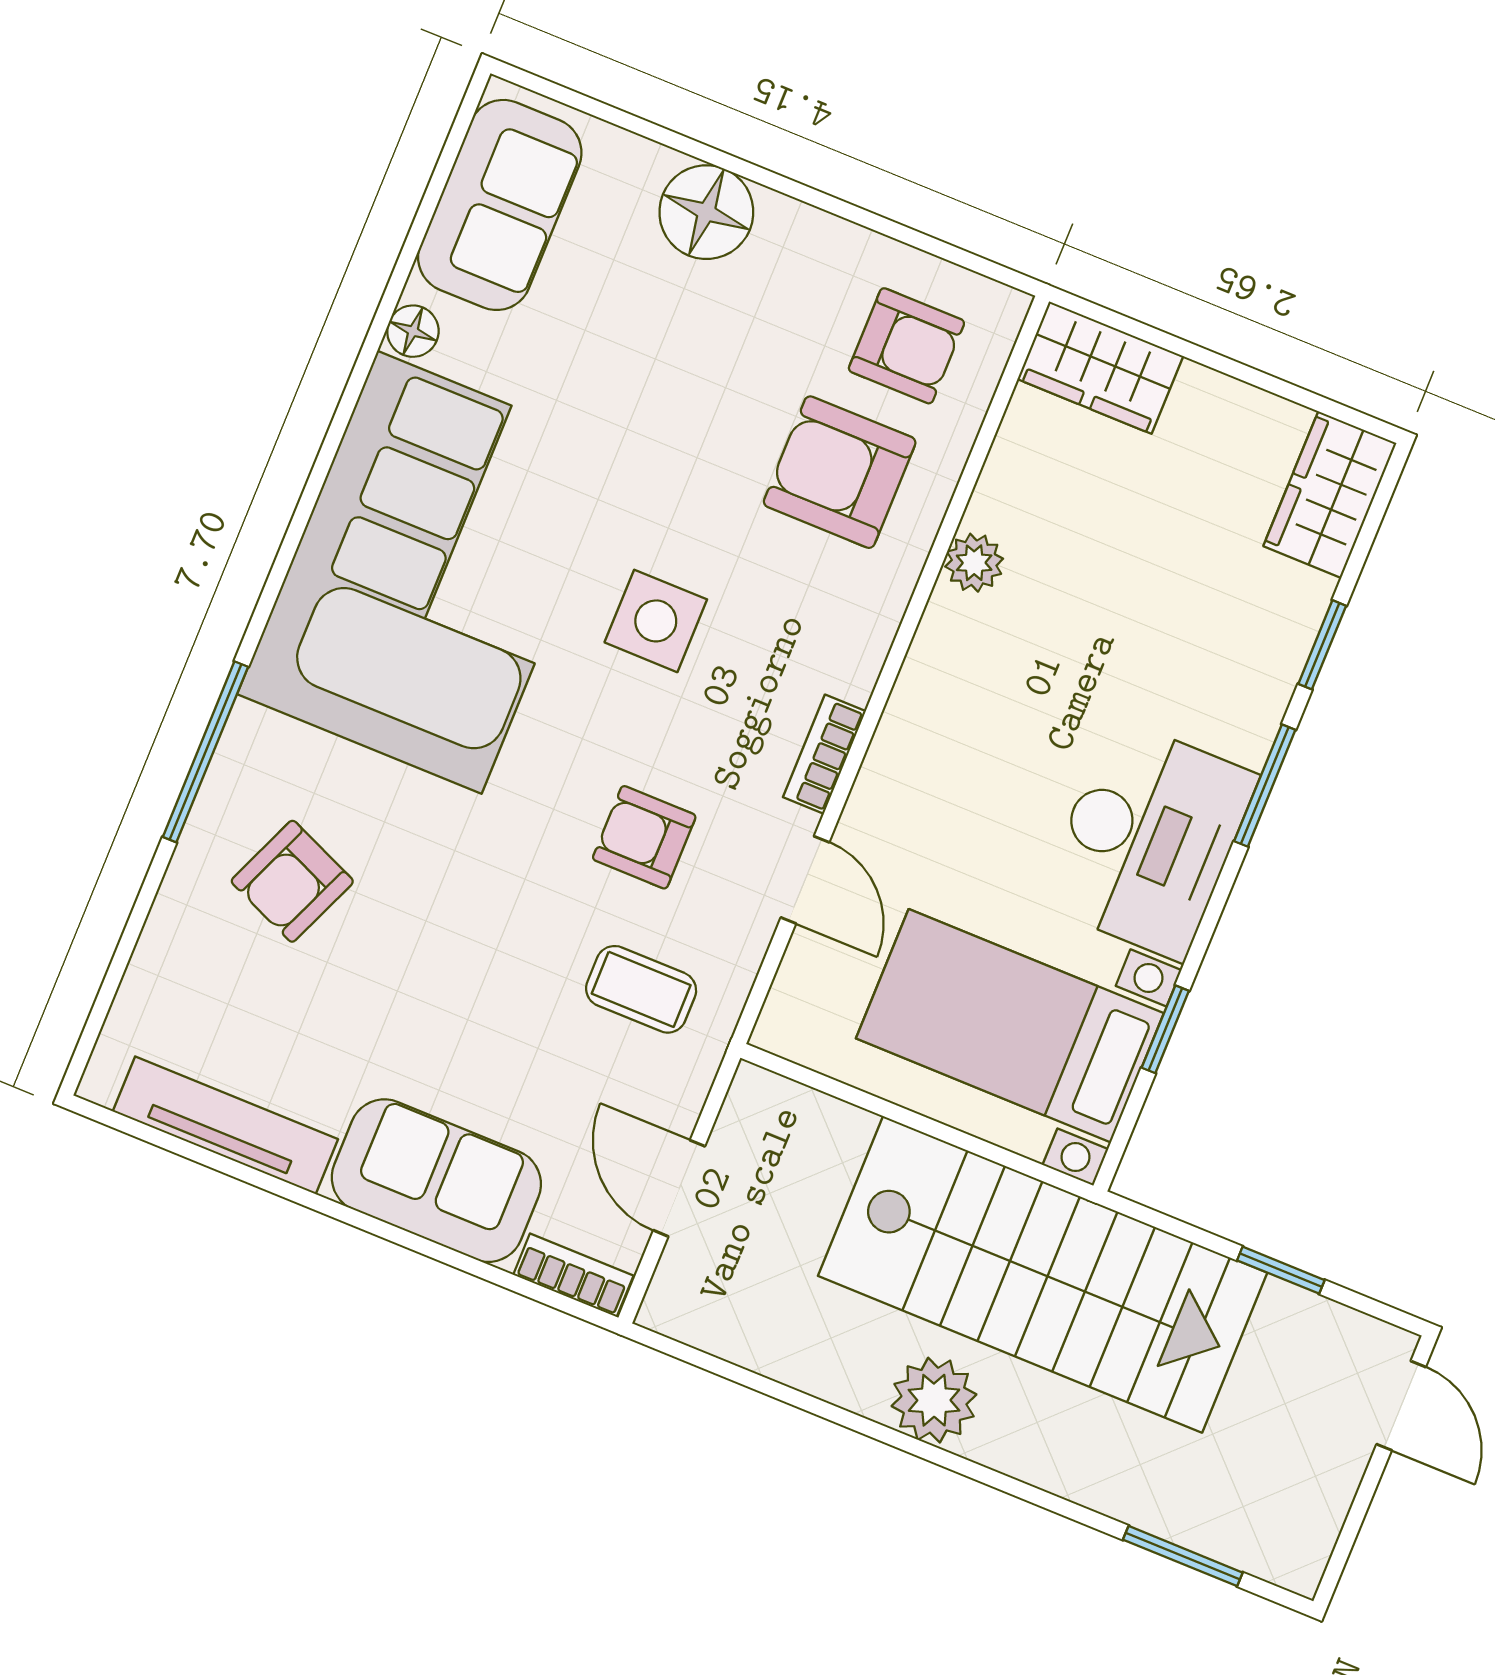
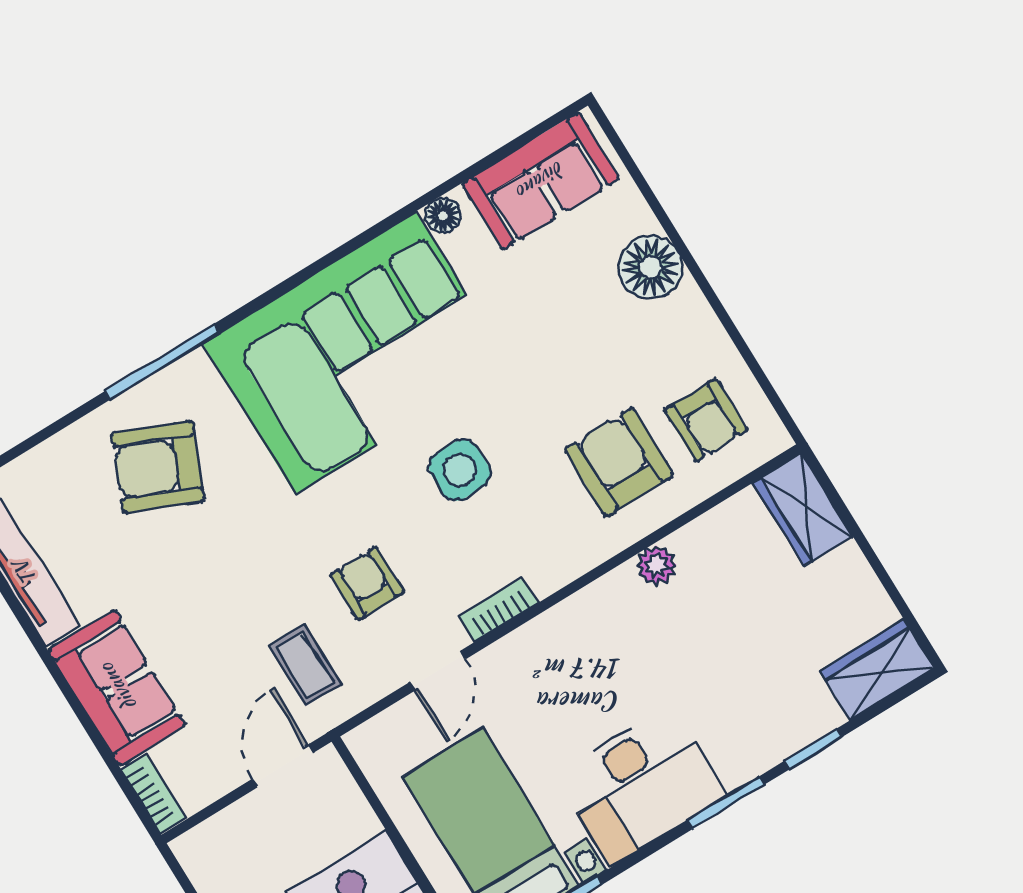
armchair: (292, 881) -> (158, 467), width x1.38, depth x1.38
door: (679, 1188) -> (283, 766), moved

